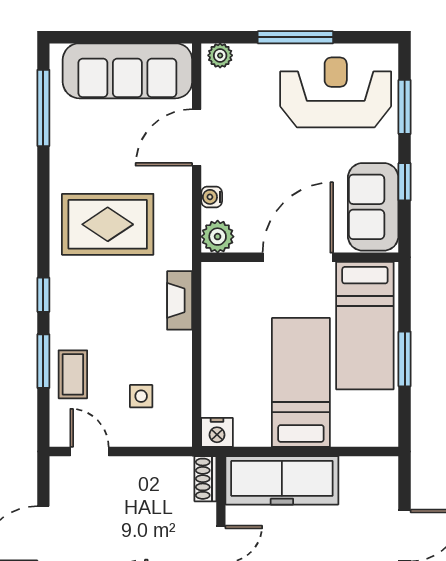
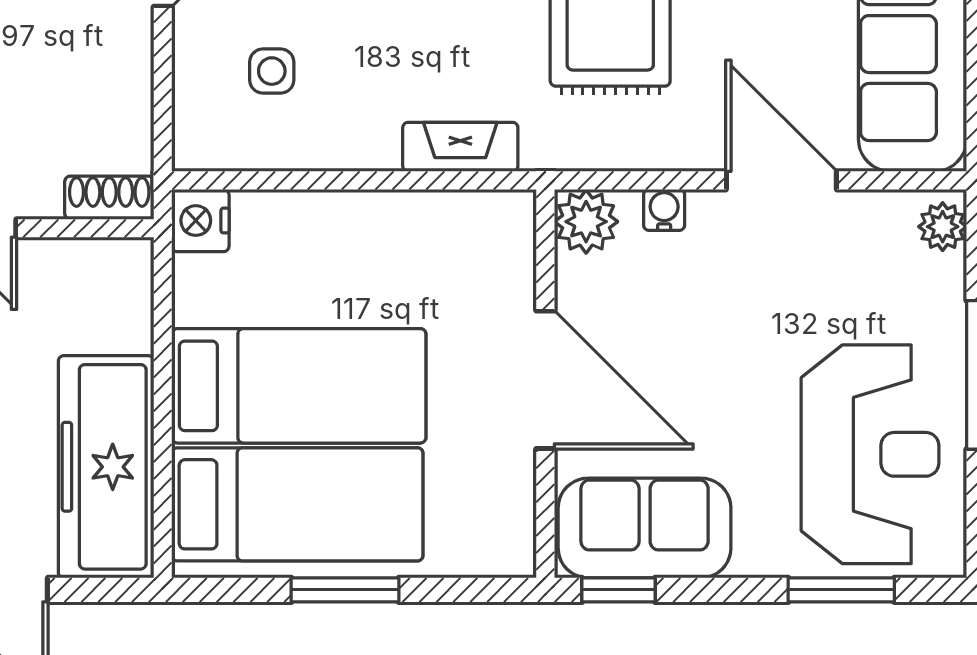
window: (405, 182) -> (618, 590), moved
bed: (365, 326) -> (297, 504), moved, turned 180
freezer: (282, 480) -> (106, 467), moved

